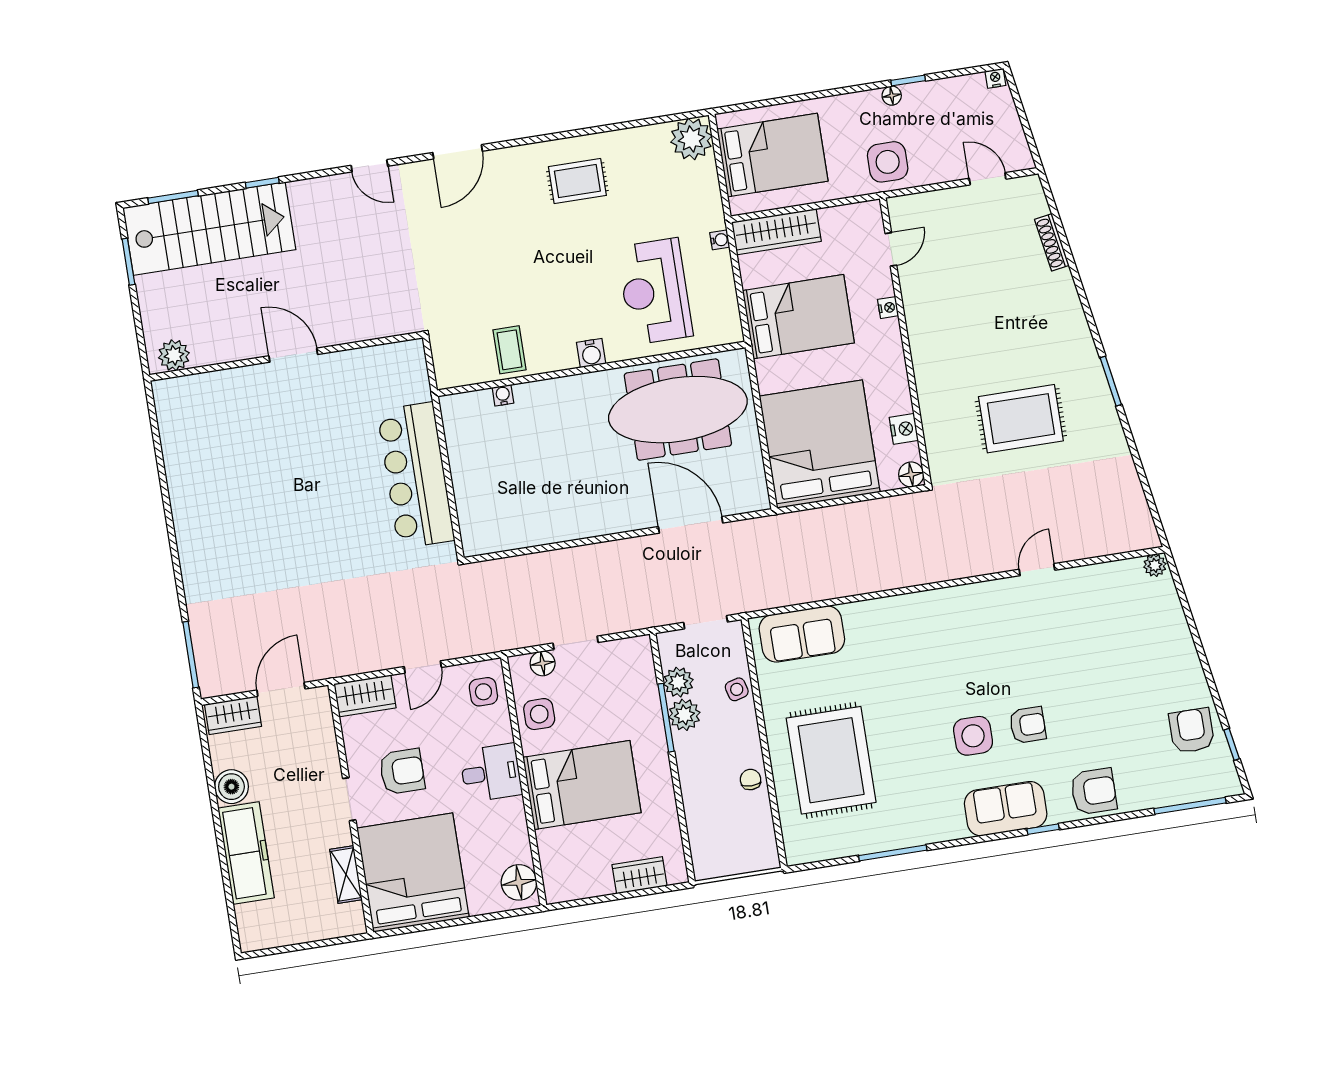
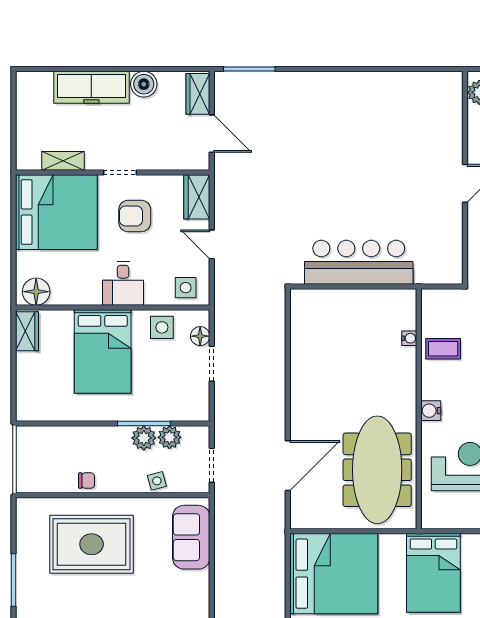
armchair: (402, 771) -> (135, 216), turned 90
wardrobe: (640, 875) -> (27, 331), moved

